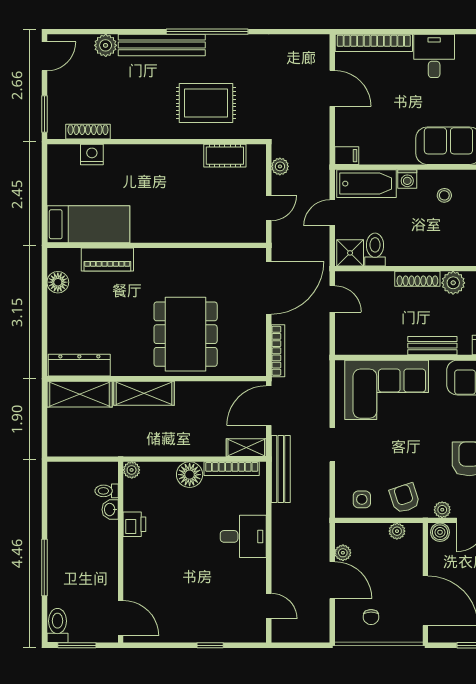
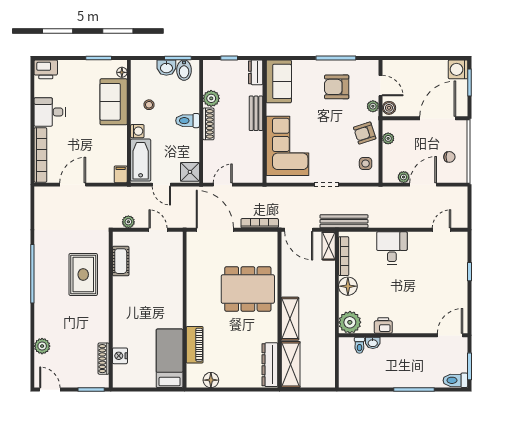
bench: (162, 45) -> (42, 306), removed
toilet: (375, 250) -> (188, 121), moved
plant: (132, 470) -> (350, 322), width x1.87, depth x1.87

